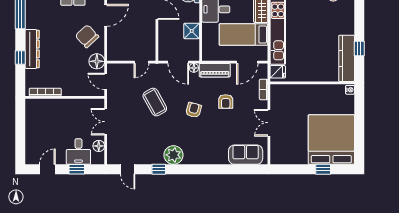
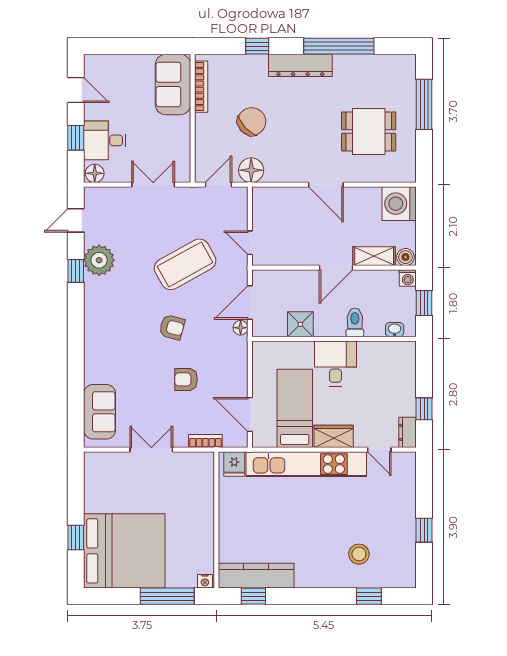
chair: (87, 36) -> (252, 122), moved
dresser: (32, 49) -> (300, 65), moved
window: (359, 49) -> (253, 596), moved
piano: (215, 70) -> (237, 362), removed
coffee table: (155, 102) -> (185, 264), width x1.36, depth x1.32
sofa: (44, 109) -> (173, 84), added
window: (359, 113) -> (167, 596), added
floor lamp: (99, 146) -> (95, 173), moved
plant: (173, 155) -> (99, 260), moved

